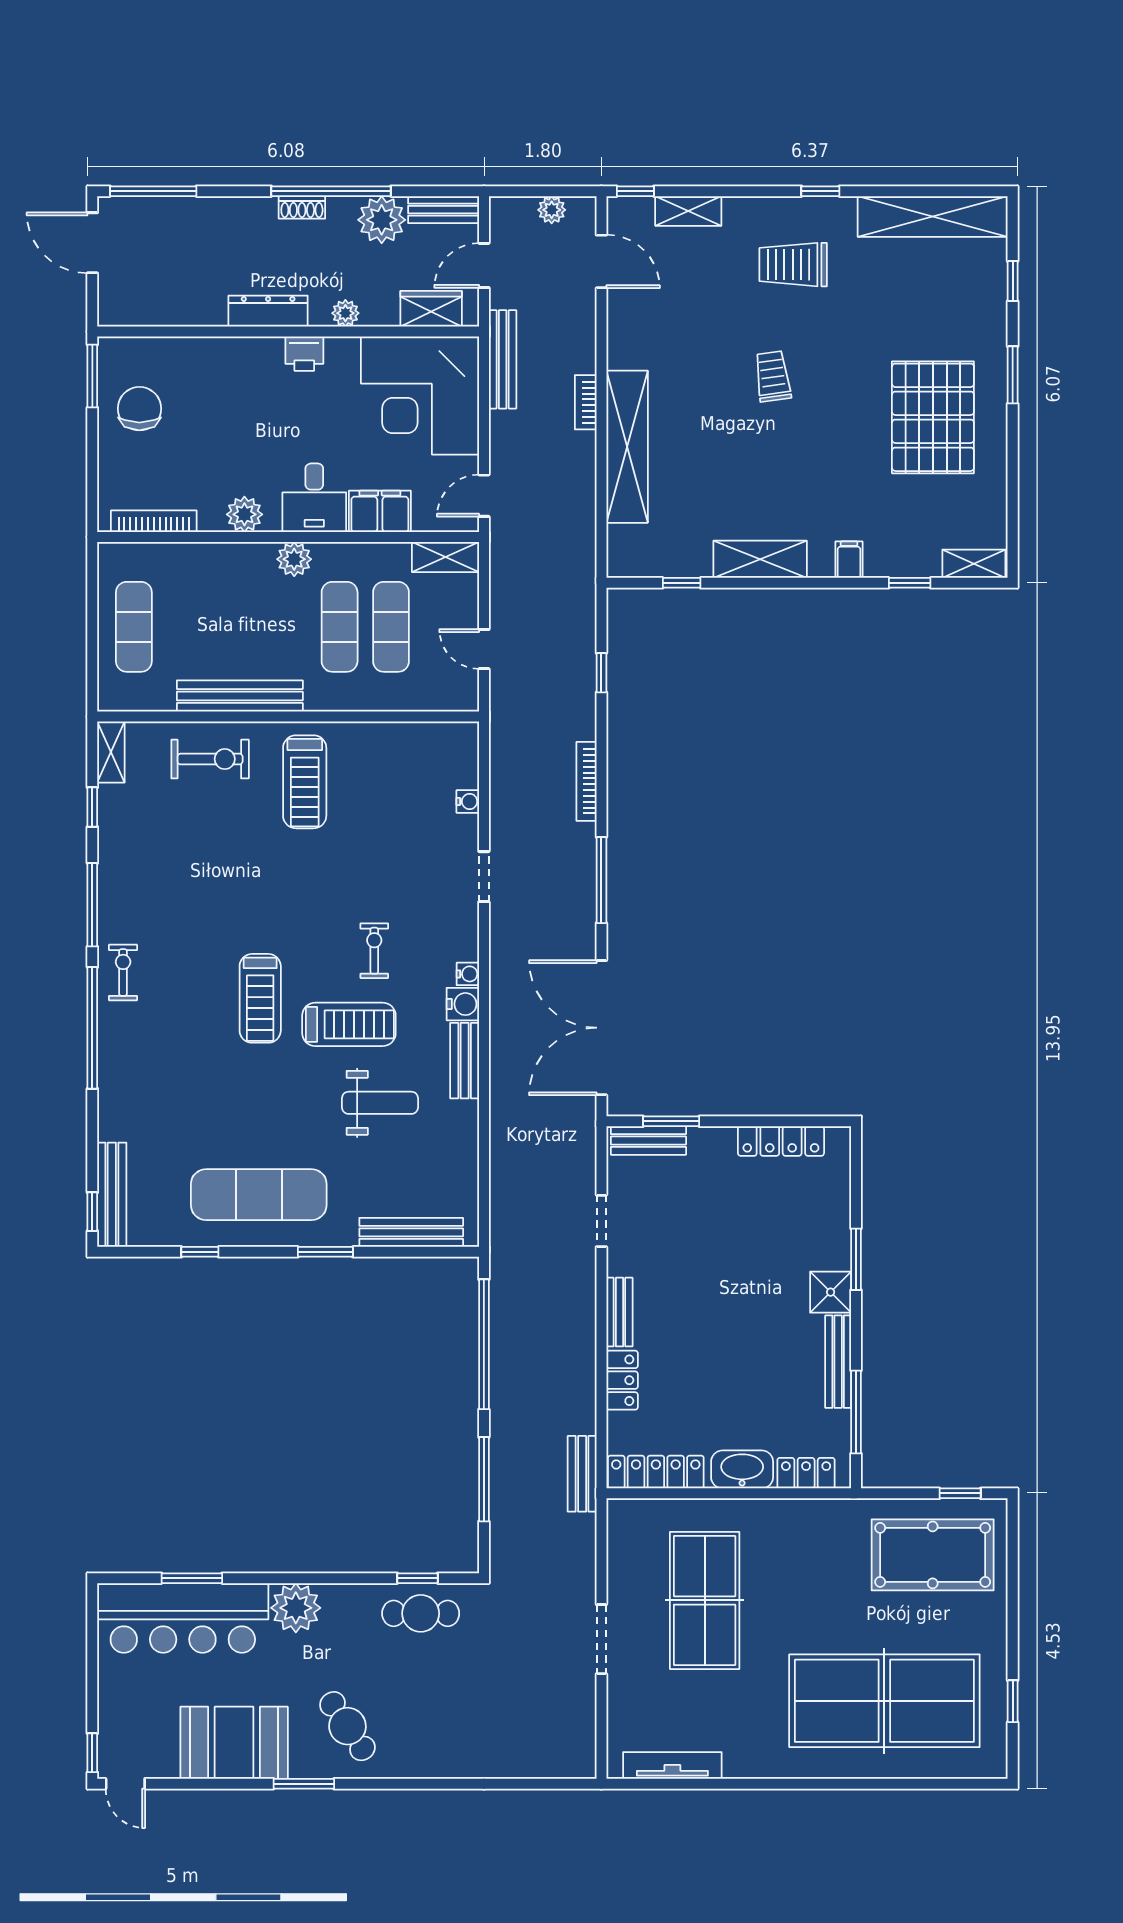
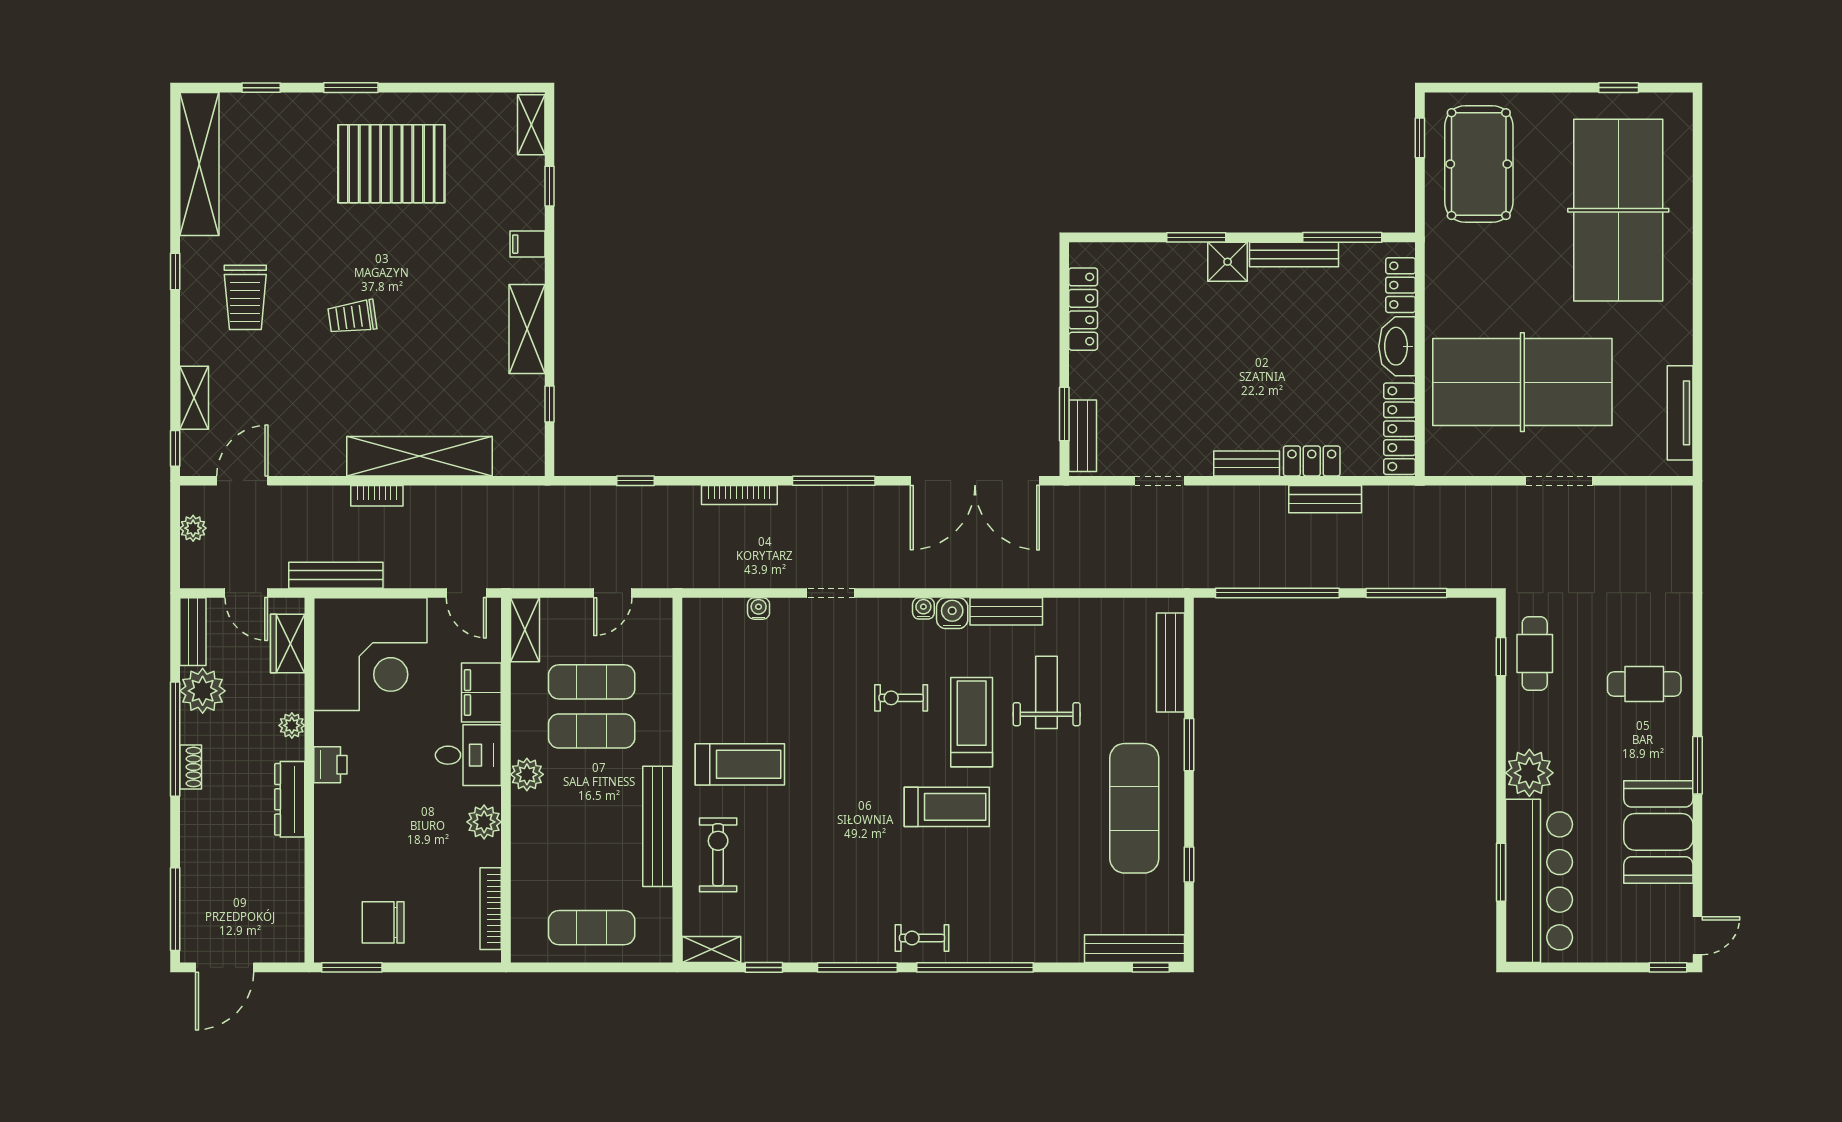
bench: (582, 1474) -> (1325, 499), moved
table tennis table: (705, 1600) -> (1522, 382), width x1.36, depth x1.32
cafe table: (347, 1726) -> (1644, 684), moved, turned 34

